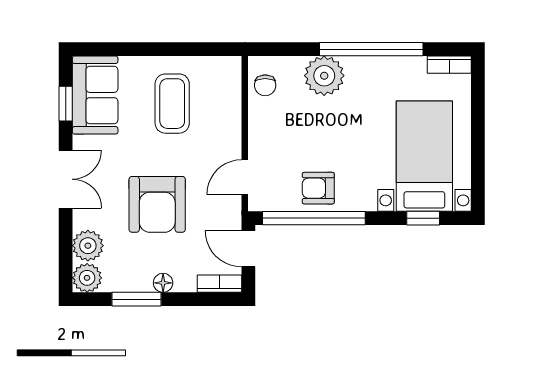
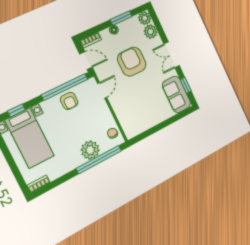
window: (371, 49) -> (99, 160), moved
coffee table: (172, 104) -> (146, 106), removed
armchair: (318, 188) -> (69, 101), turned 90

